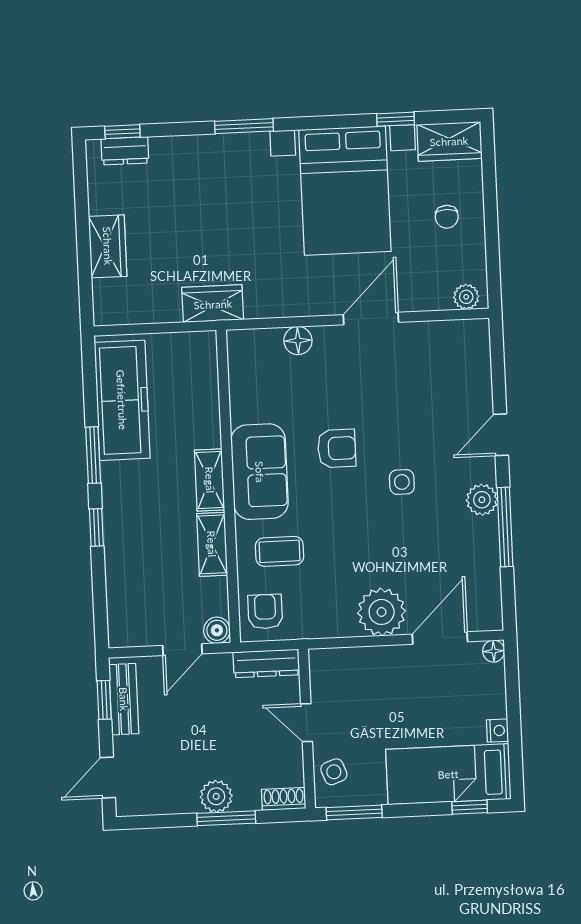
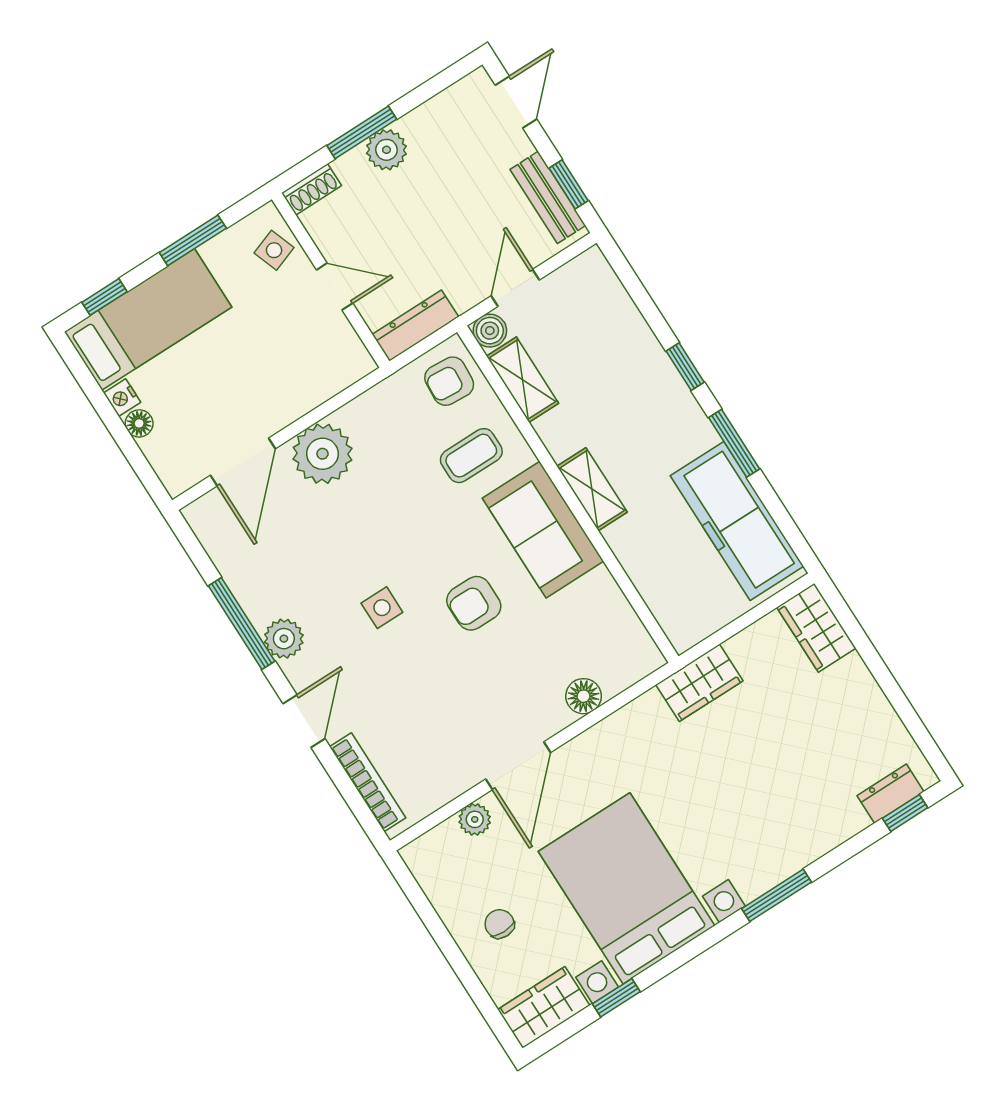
wardrobe: (108, 246) -> (816, 628), moved
plant: (466, 297) -> (475, 819), moved
bookcase: (481, 367) -> (368, 782), added
shelving: (212, 544) -> (523, 380), moved
armchair: (265, 612) -> (449, 381), turned 94
floor lamp: (494, 651) -> (139, 423), moved
window: (354, 812) -> (193, 240), moved

